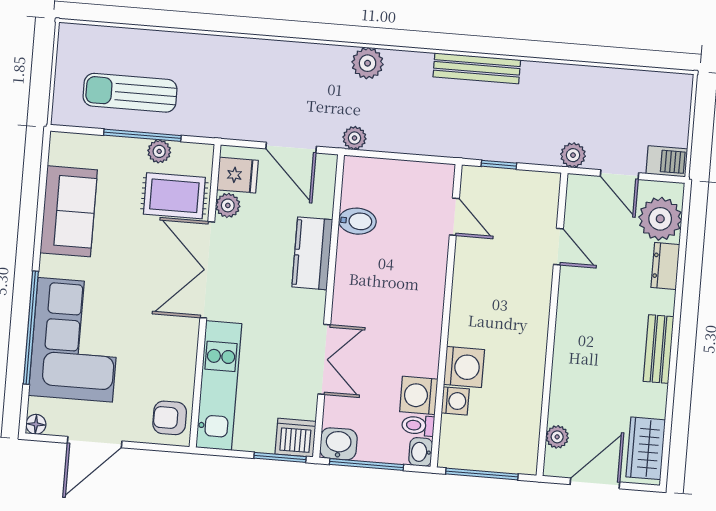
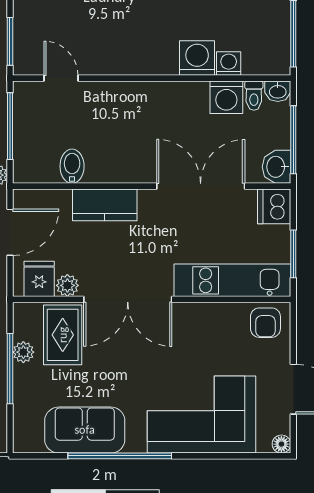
window: (407, 157) -> (10, 126), added
window: (499, 165) -> (10, 41), width x1.50
door: (454, 217) -> (61, 78), hinge flipped
window: (31, 328) -> (120, 456), moved
double door: (324, 359) -> (201, 186), width x1.37
window: (280, 457) -> (293, 254), moved

